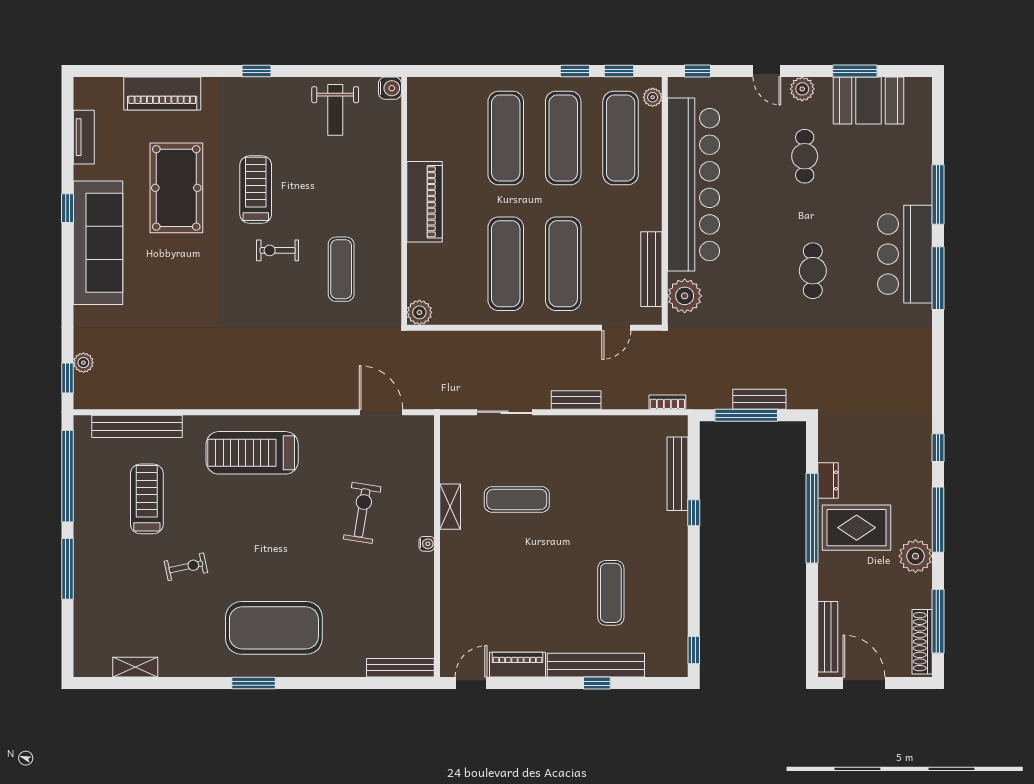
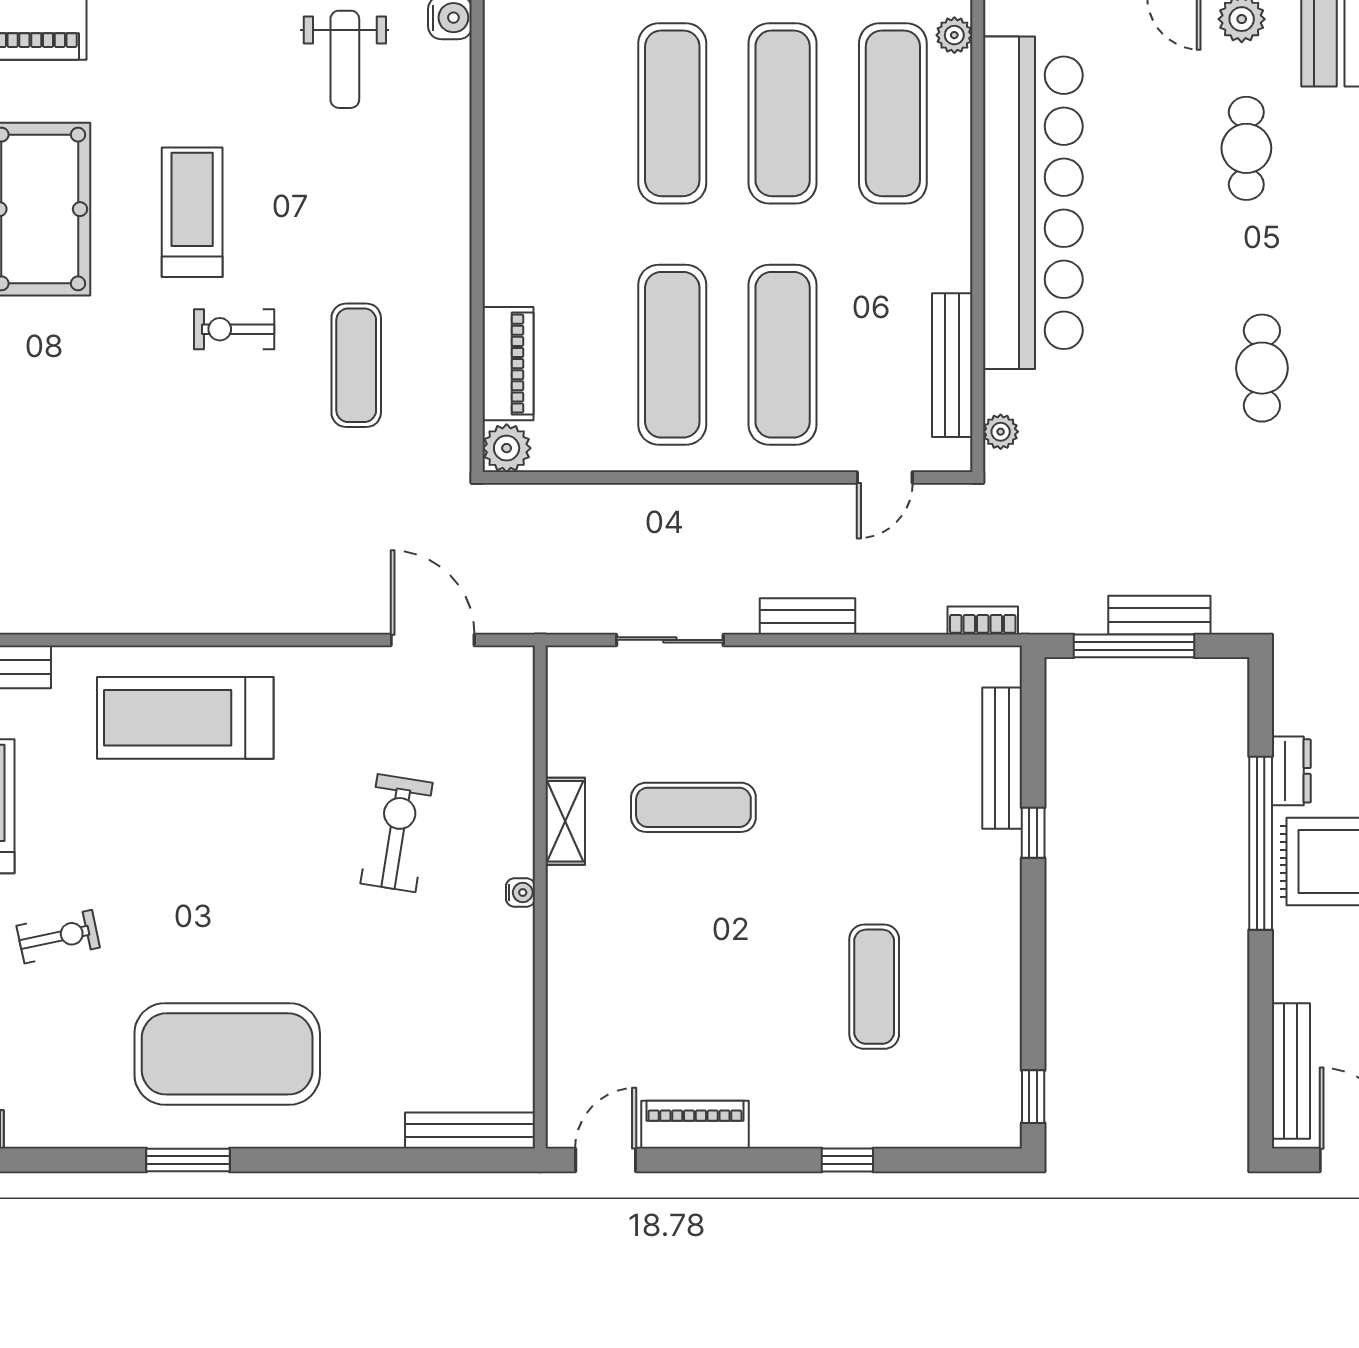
piano: (424, 202) -> (508, 364), moved, width x0.73, depth x0.75
plant: (685, 296) -> (1001, 432), width x0.53, depth x0.53
bench: (596, 665) -> (845, 1126), removed

